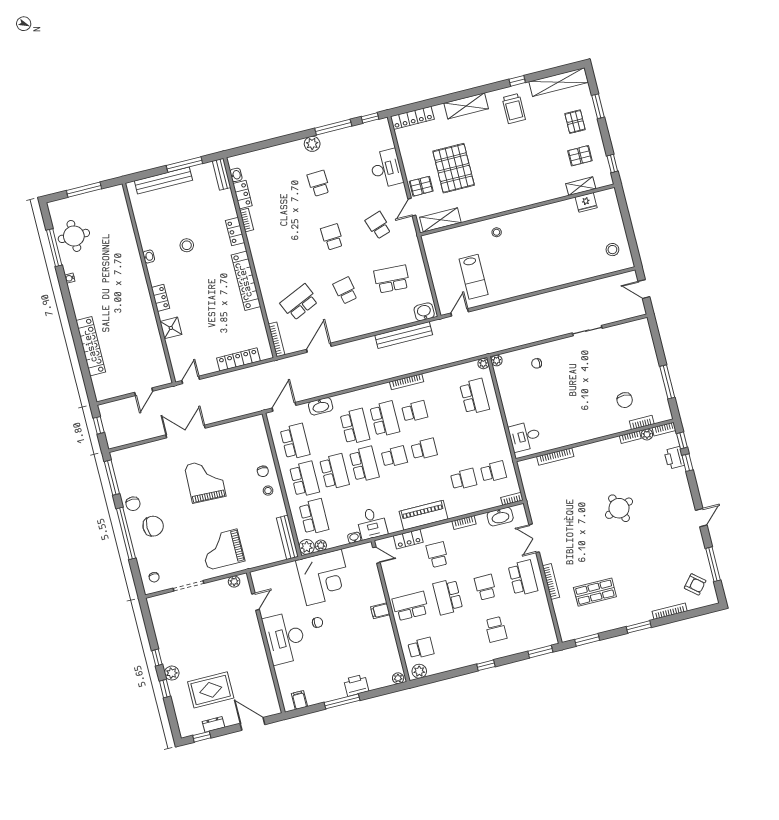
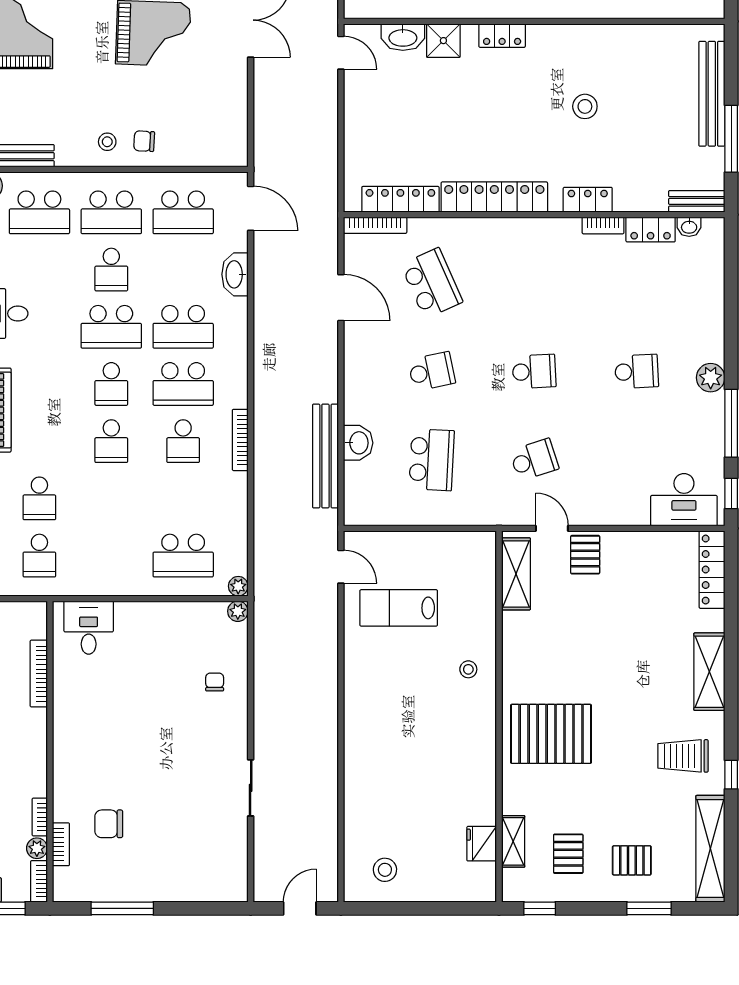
desk: (386, 168) -> (684, 500), moved
pallet: (454, 168) -> (551, 734), moved
washbasin: (149, 257) -> (403, 37), moved, width x1.91, depth x1.45
washbasin: (424, 312) -> (358, 443), moved
locker: (238, 359) -> (400, 199), moved, turned -90
school desk: (334, 472) -> (111, 270), width x0.54

